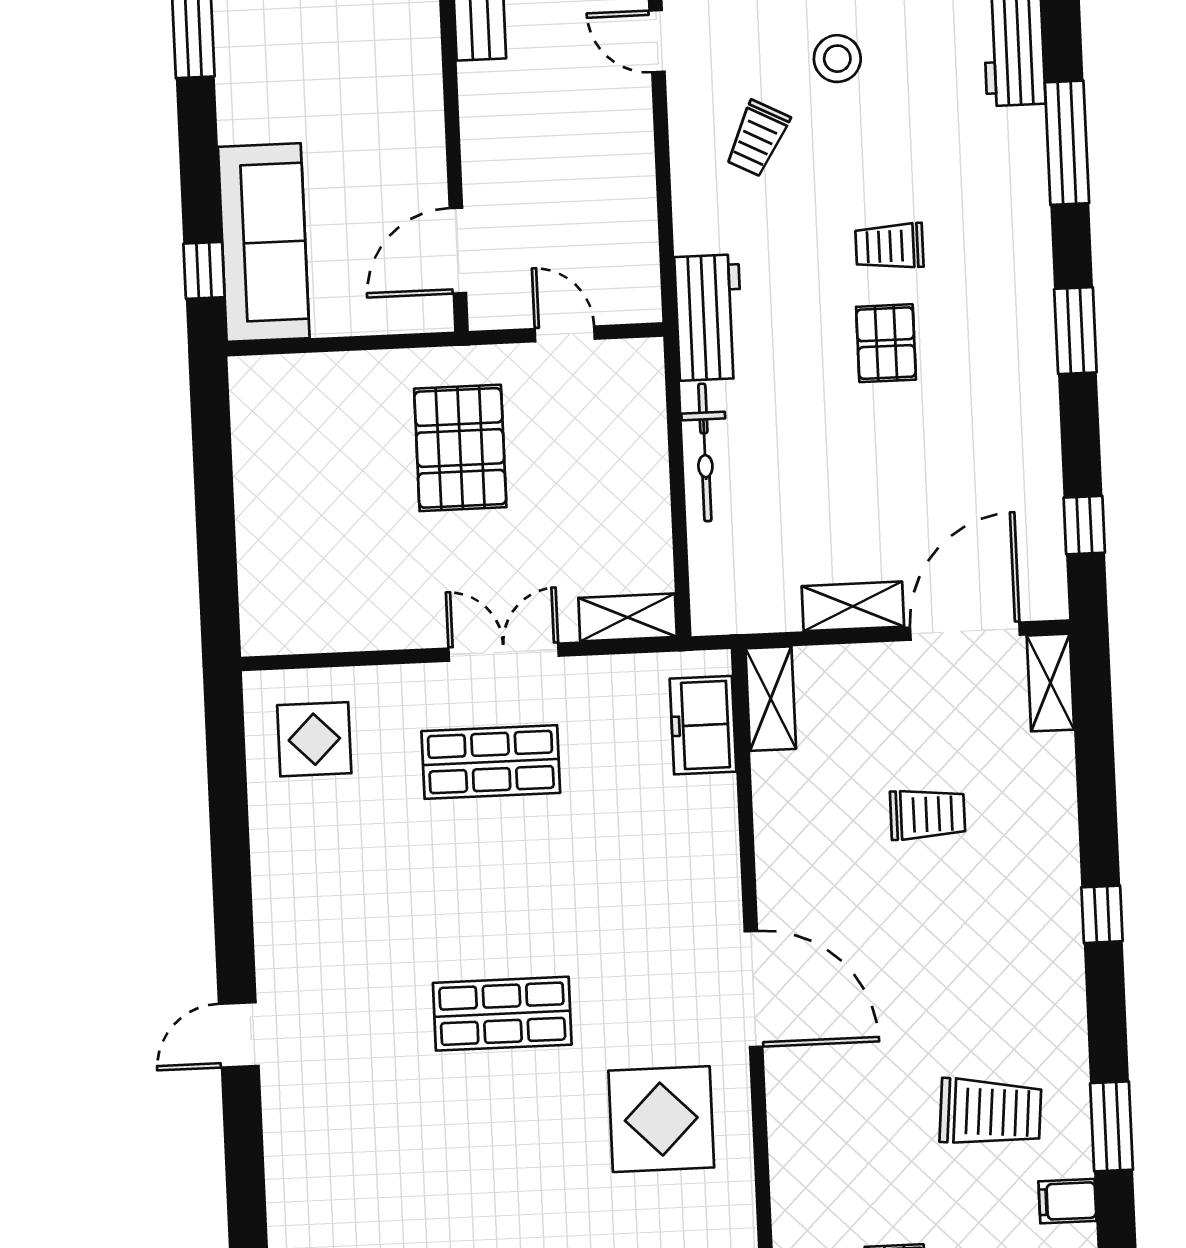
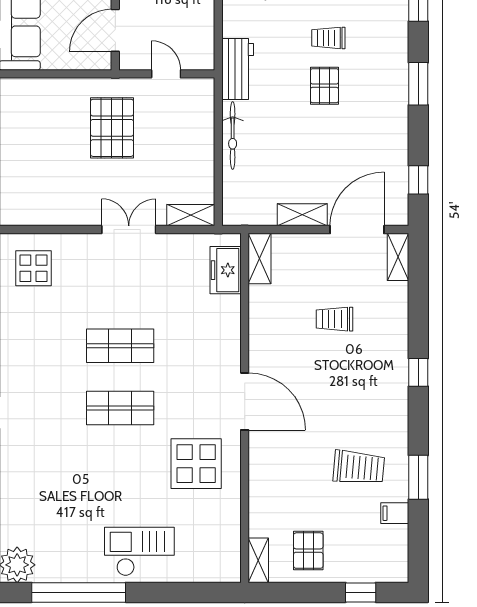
shop shelf: (491, 762) -> (120, 346), moved
trolley: (928, 814) -> (334, 319), turned 180

